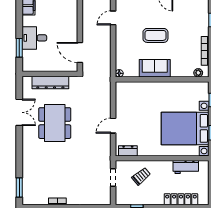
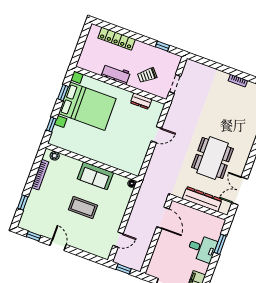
double door: (19, 112) -> (240, 191), moved
dresser: (128, 151) -> (141, 101), moved
workbench: (186, 167) -> (116, 74), moved

